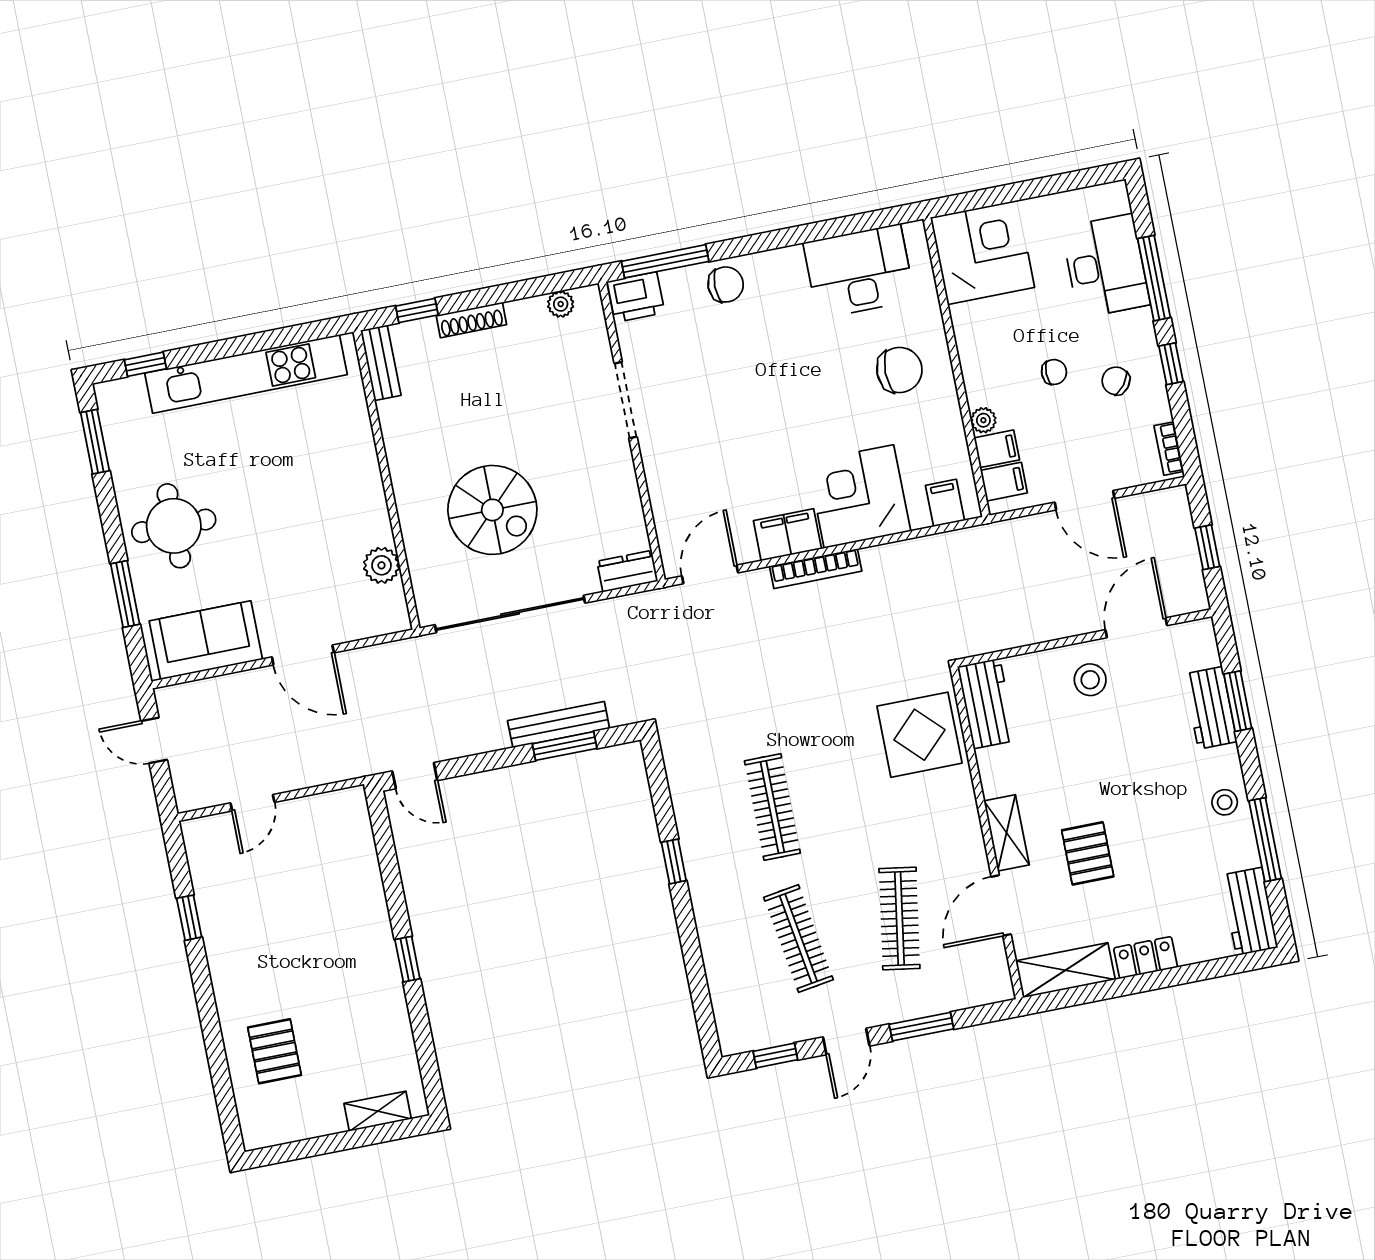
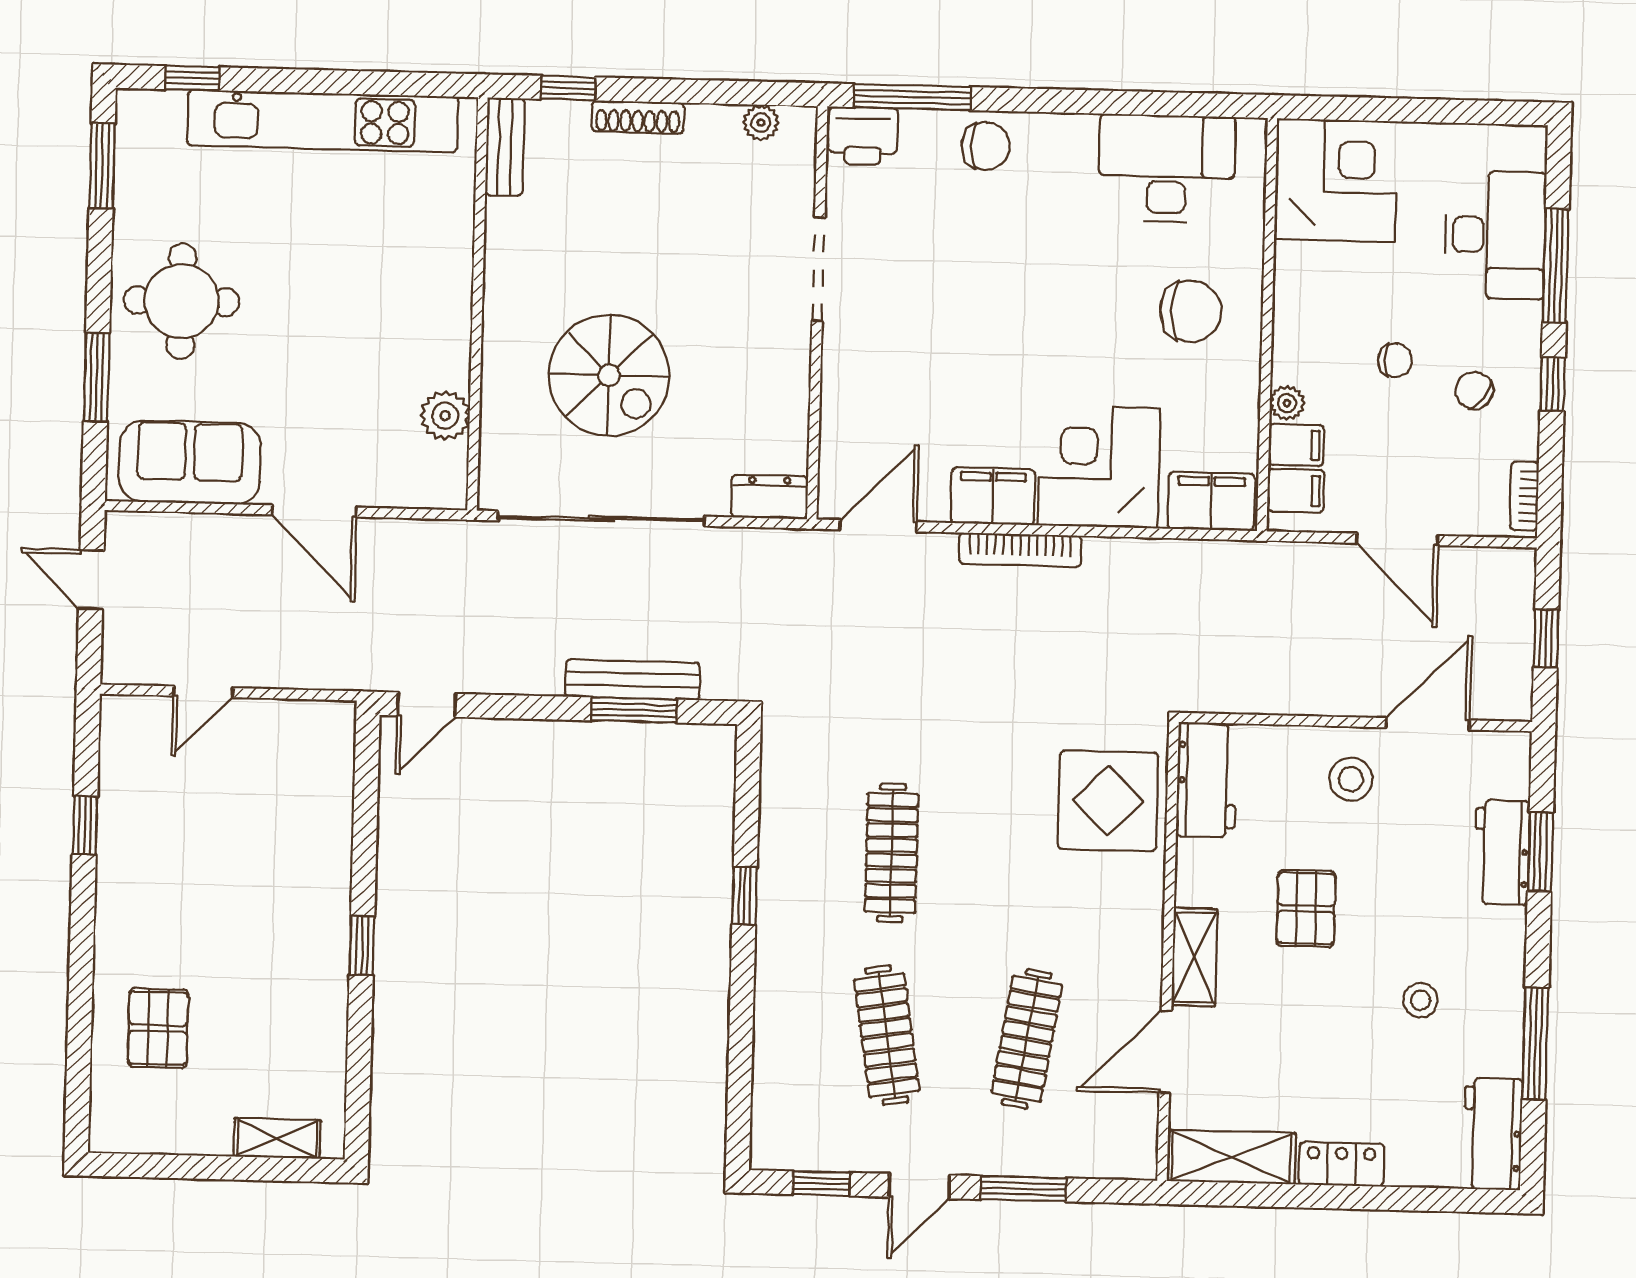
filing cabinet: (945, 503) -> (1211, 501), width x2.00
door: (415, 776) -> (427, 705), hinge flipped
stool: (1225, 802) -> (1420, 1000), moved
pallet: (1088, 853) -> (1306, 908), moved

